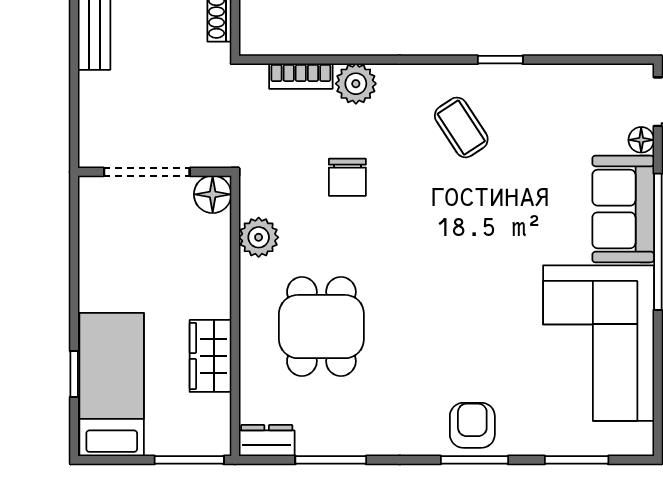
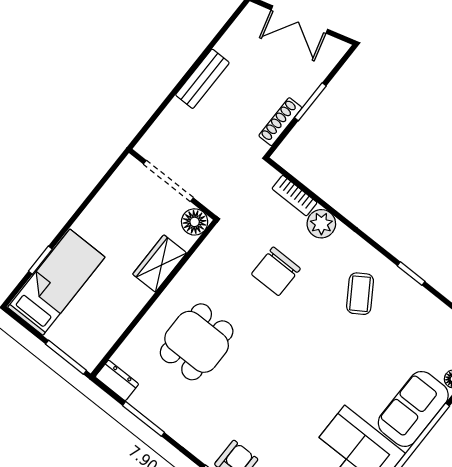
chair: (347, 177) -> (276, 271), width x1.37, depth x1.37
plant: (259, 237) -> (201, 266), removed
wardrobe: (210, 356) -> (160, 263), moved

